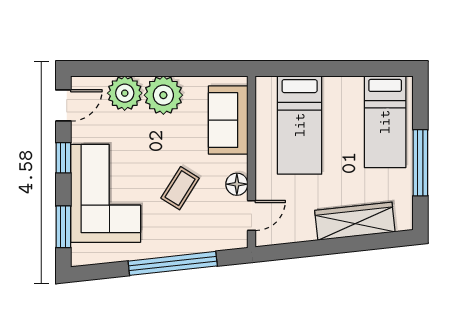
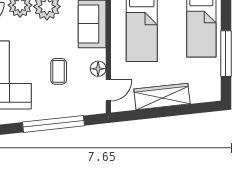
coffee table: (180, 188) -> (59, 71), turned -32
wardrobe: (355, 221) -> (162, 96), moved

